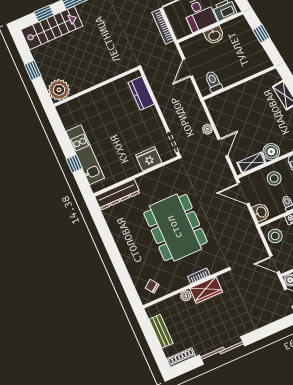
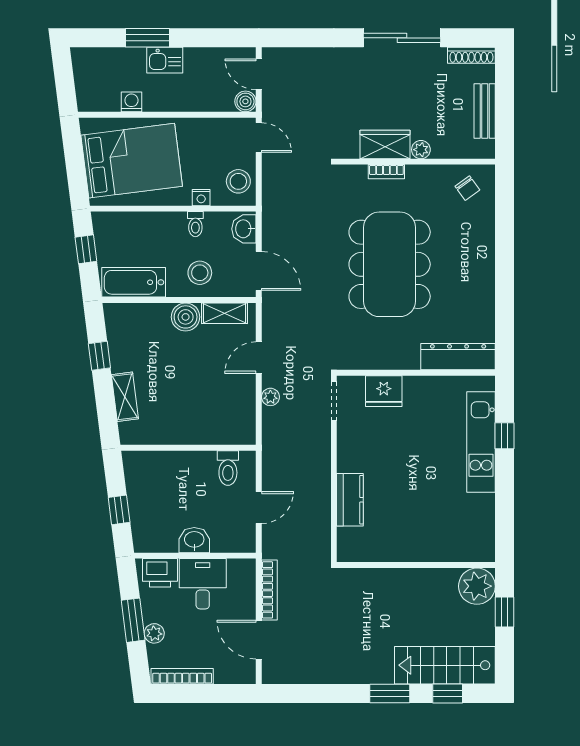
wall: (96, 87) -> (416, 565), moved
plant: (59, 90) -> (477, 586), moved

